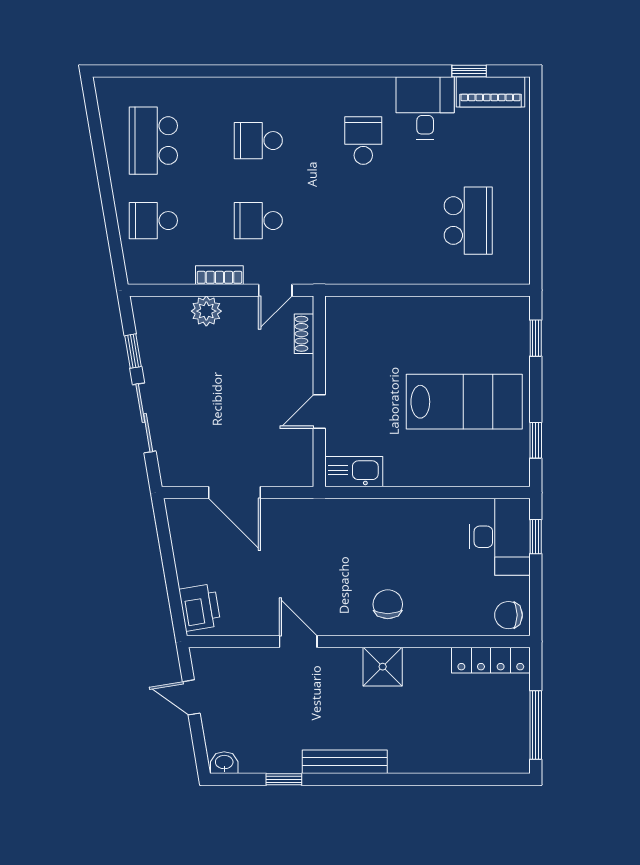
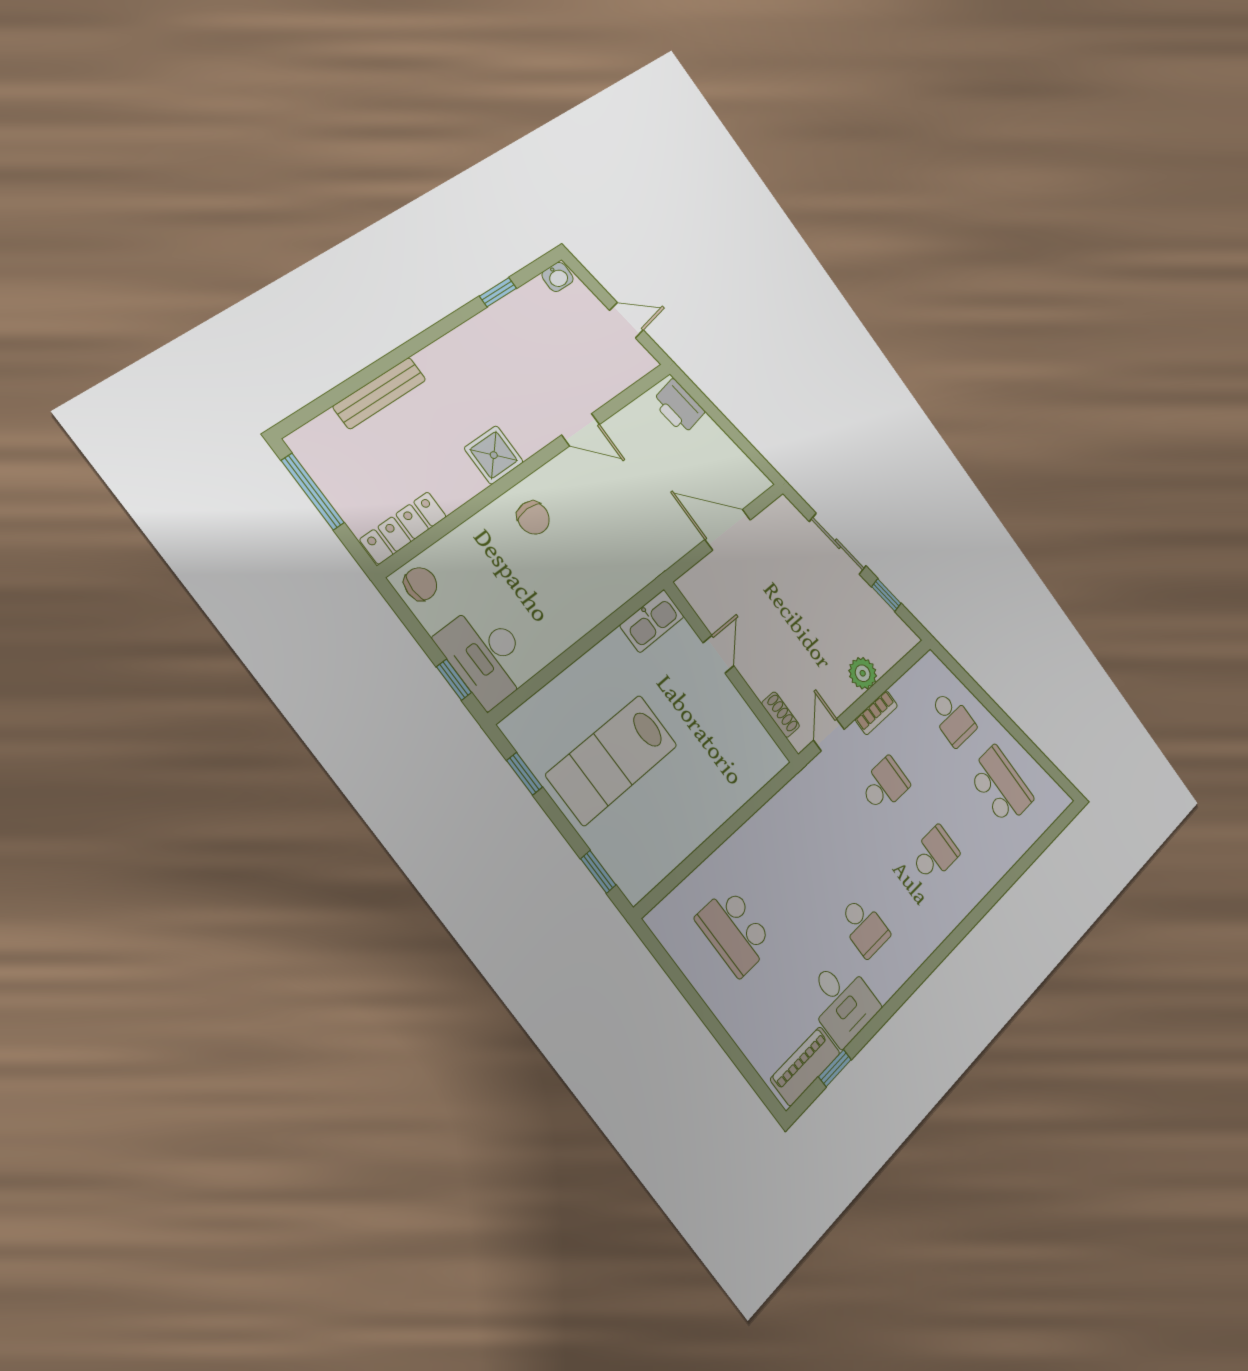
school desk: (153, 221) -> (953, 718), turned 90
bench: (345, 762) -> (380, 393), moved

